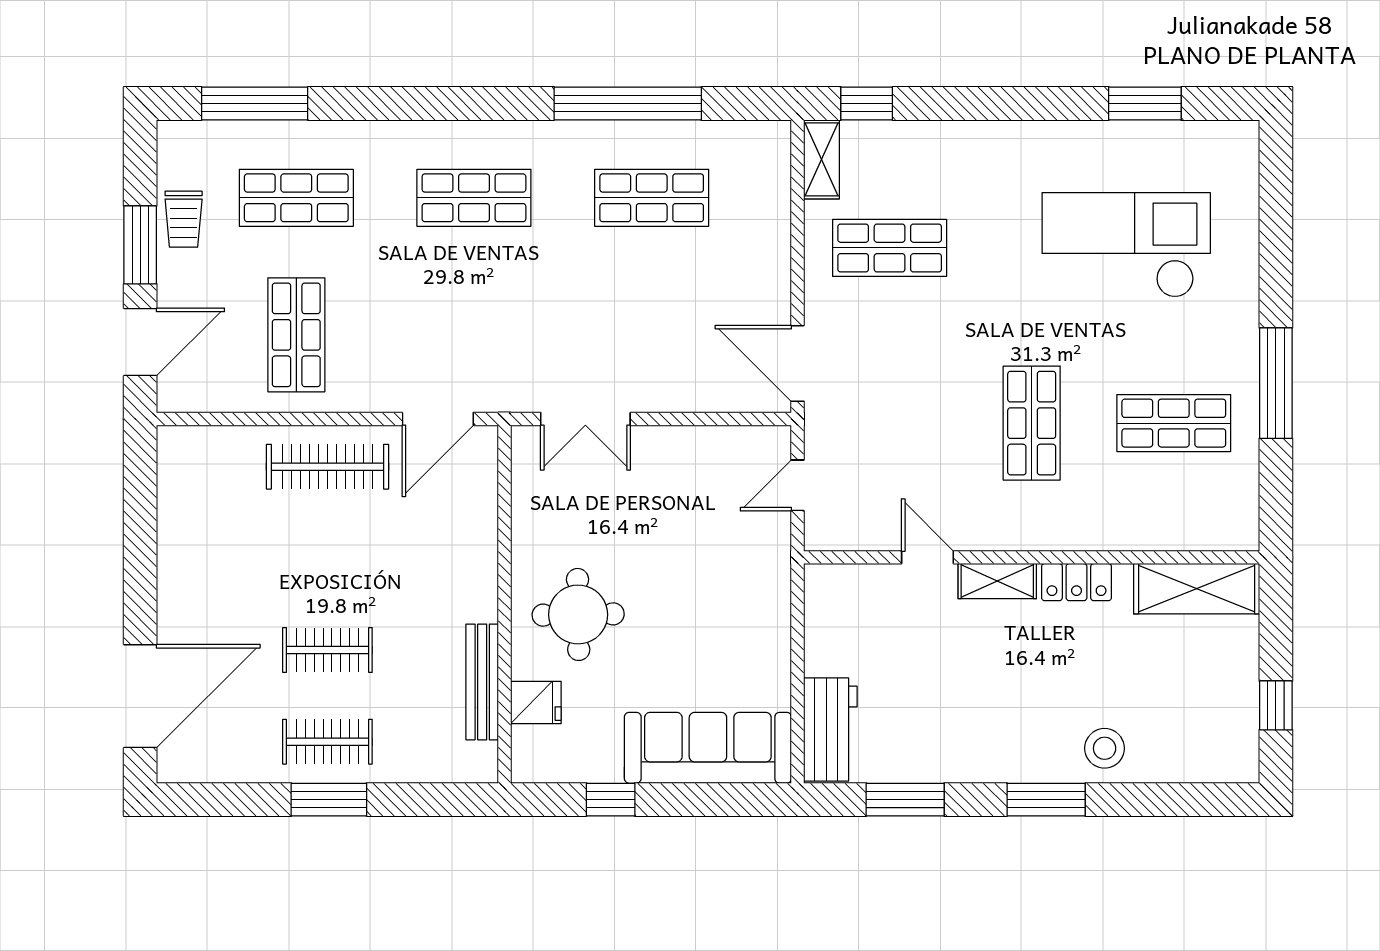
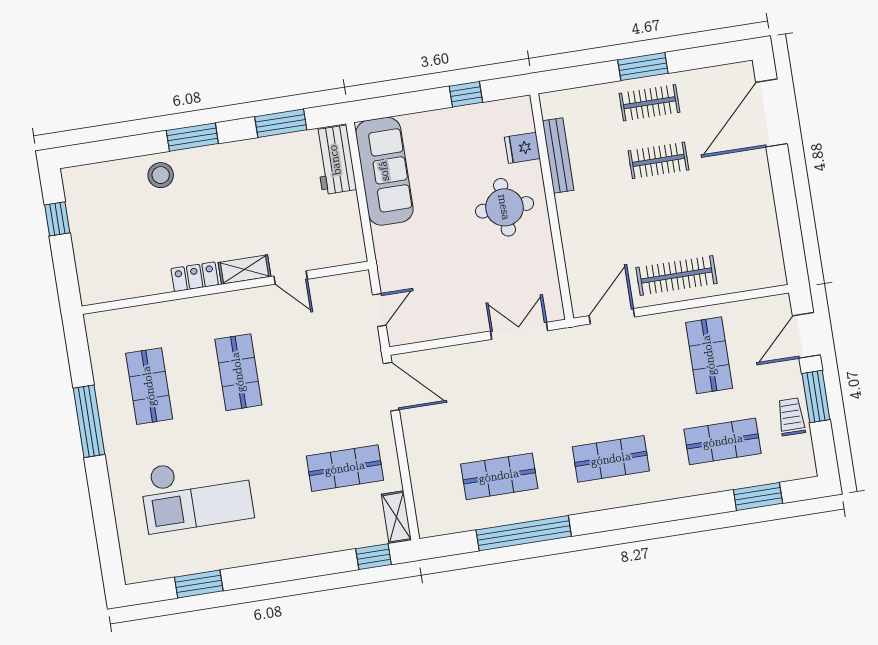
window: (255, 103) -> (758, 496), width x0.69
shop shelf: (1174, 423) -> (149, 386), turned 90
shelving: (1197, 589) -> (119, 284), removed
sofa: (708, 748) -> (384, 171), moved, turned -90

